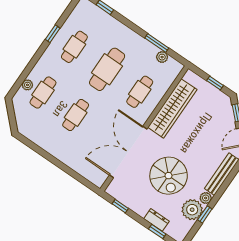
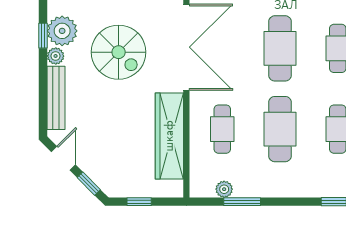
cafe table: (76, 115) -> (280, 48), width x1.37, depth x1.35
spiral stairs: (169, 176) -> (119, 52), turned 180

